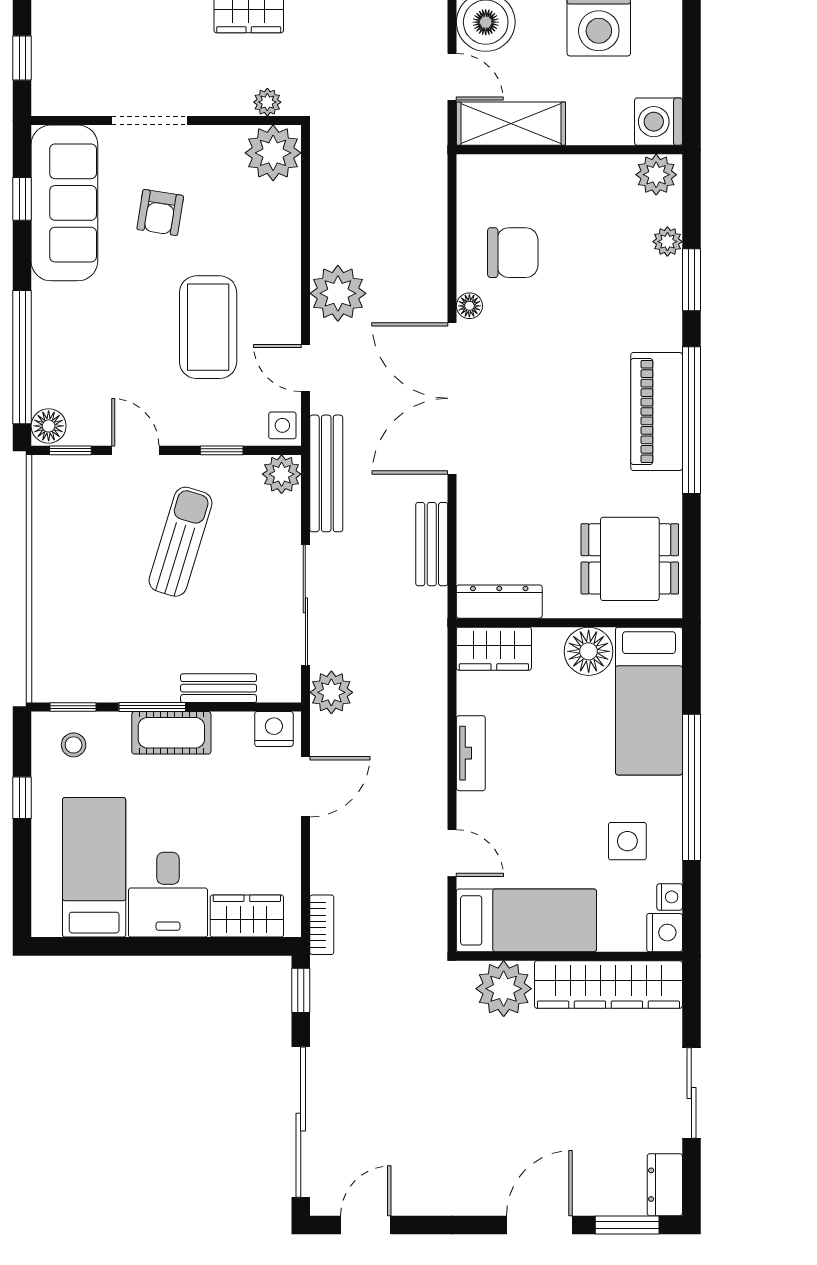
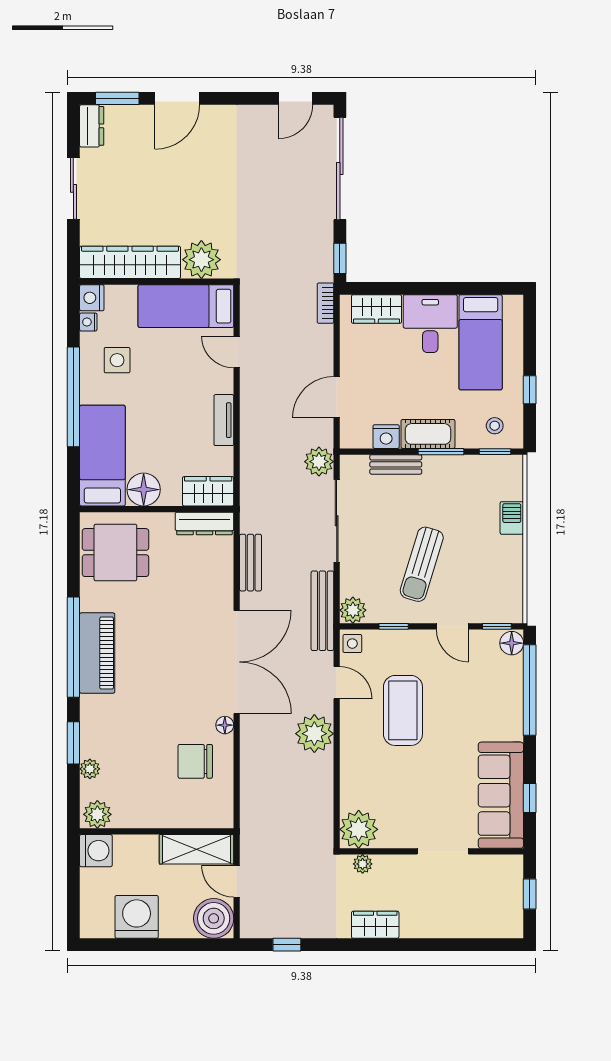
armchair: (160, 212) -> (436, 789), removed
barbecue: (48, 610) -> (512, 518), added
nightstand: (274, 729) -> (386, 437), moved

